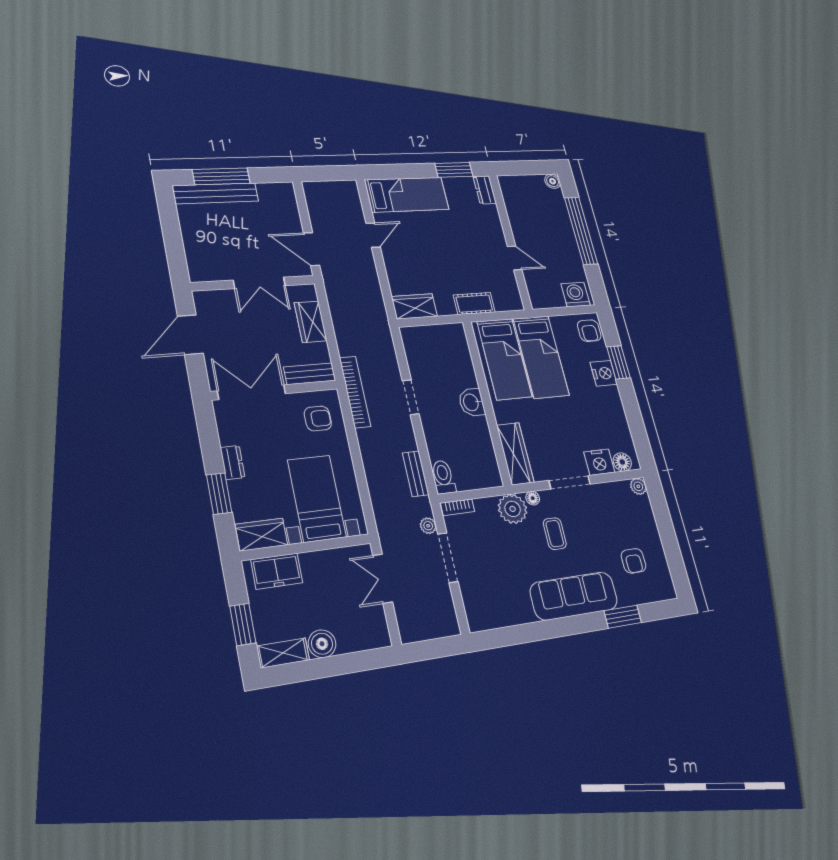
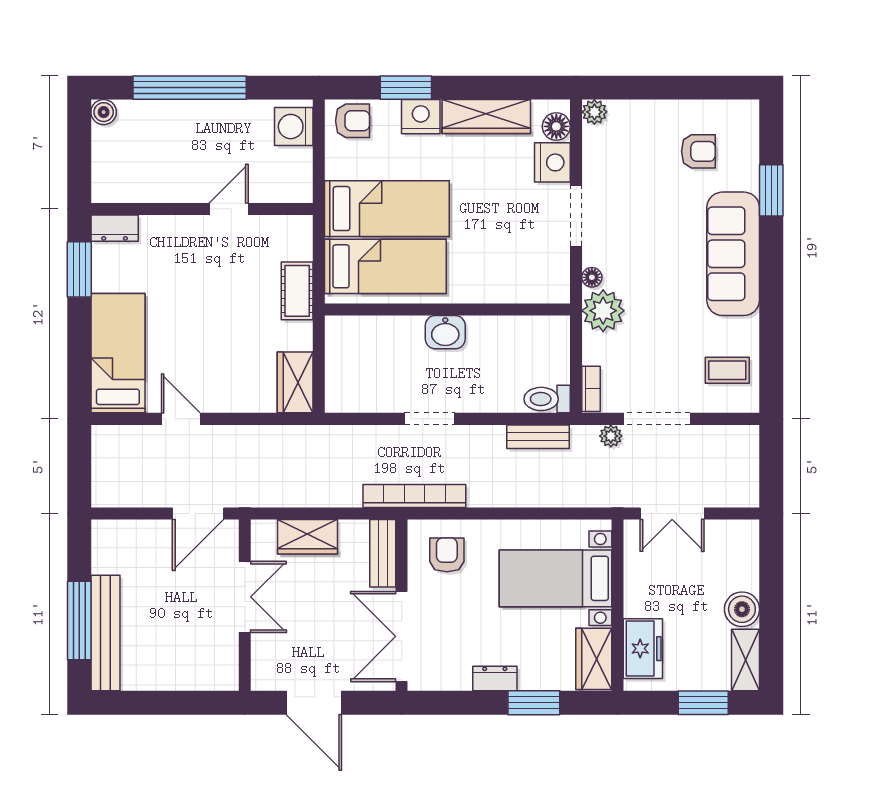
wardrobe: (515, 454) -> (486, 117), moved, turned 180
coffee table: (555, 534) -> (727, 370), moved

